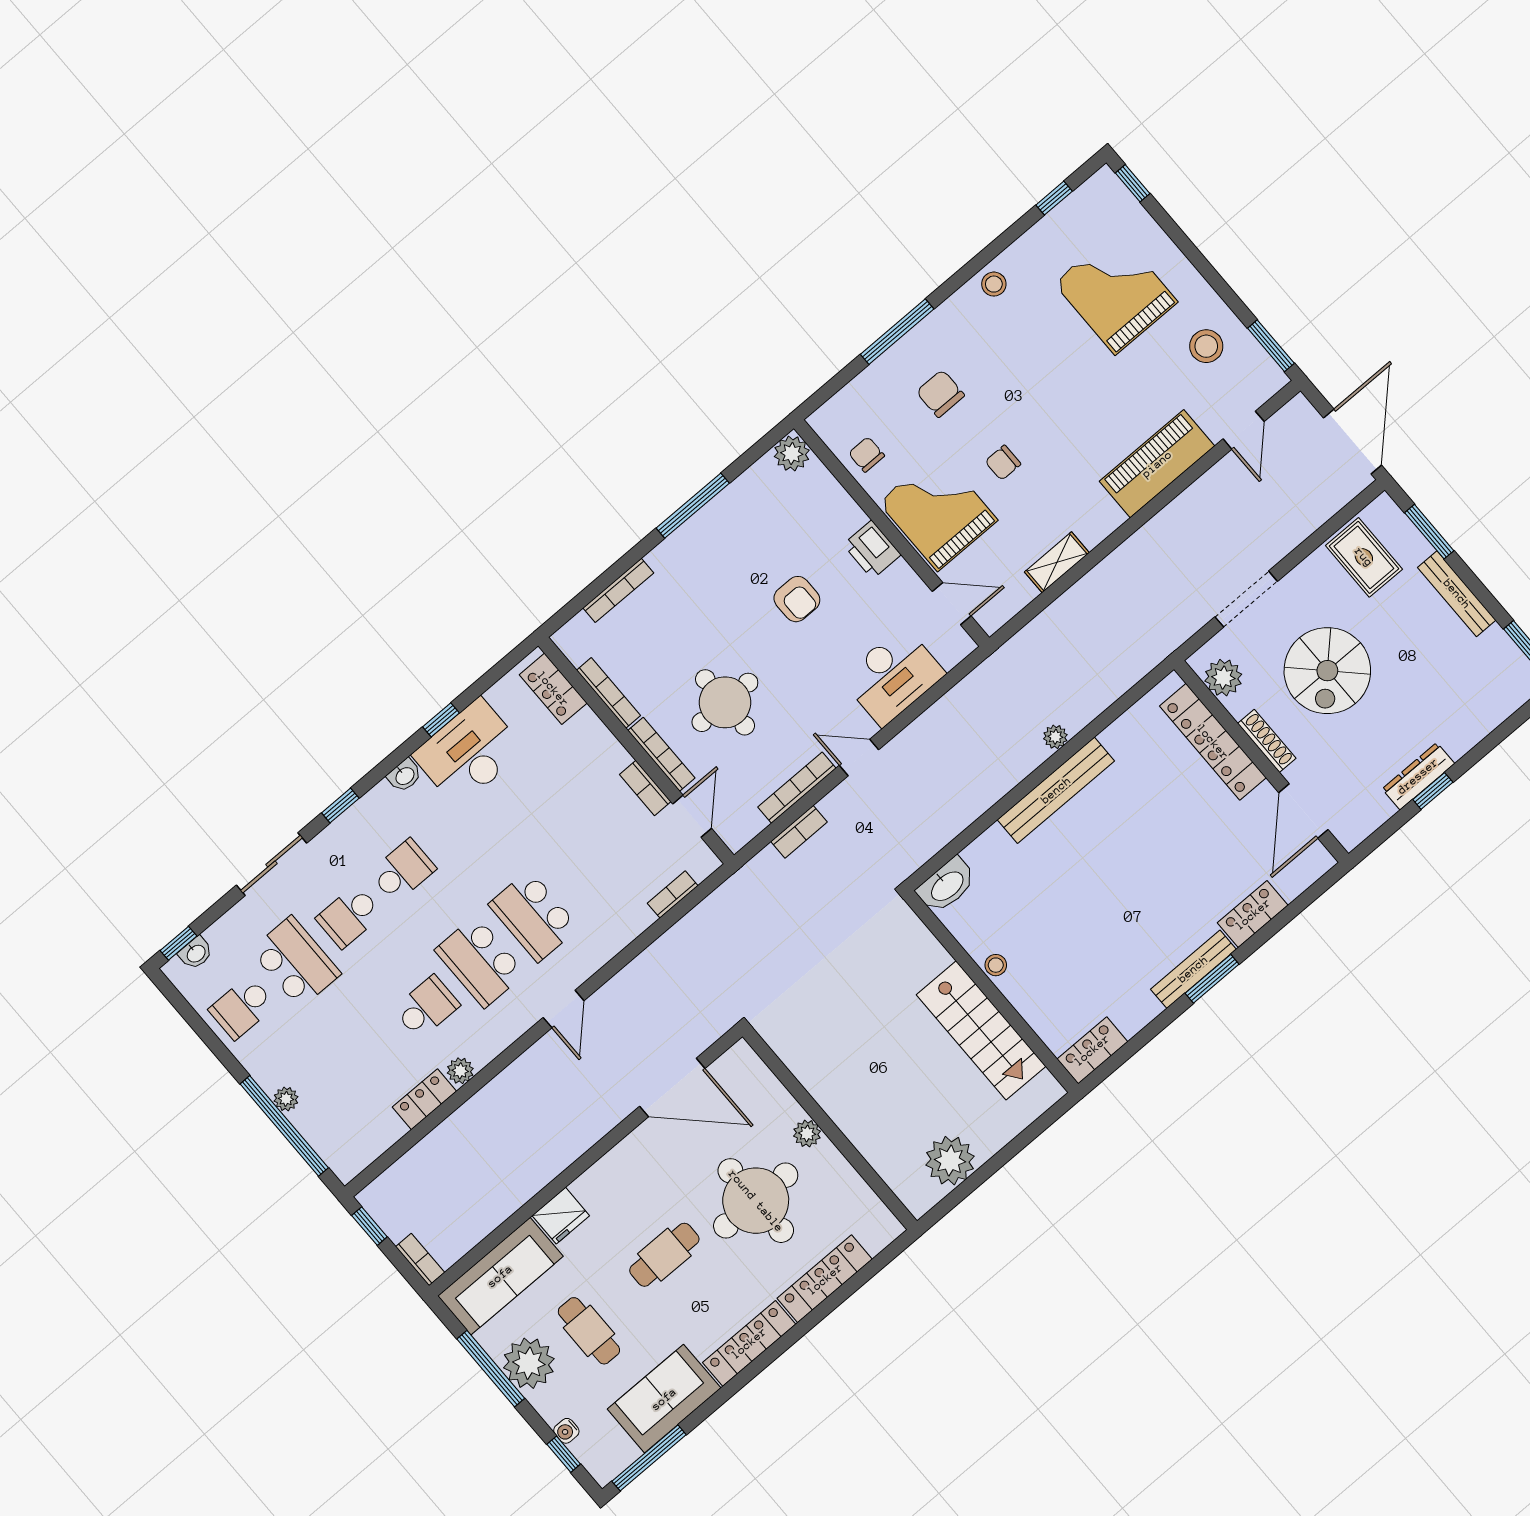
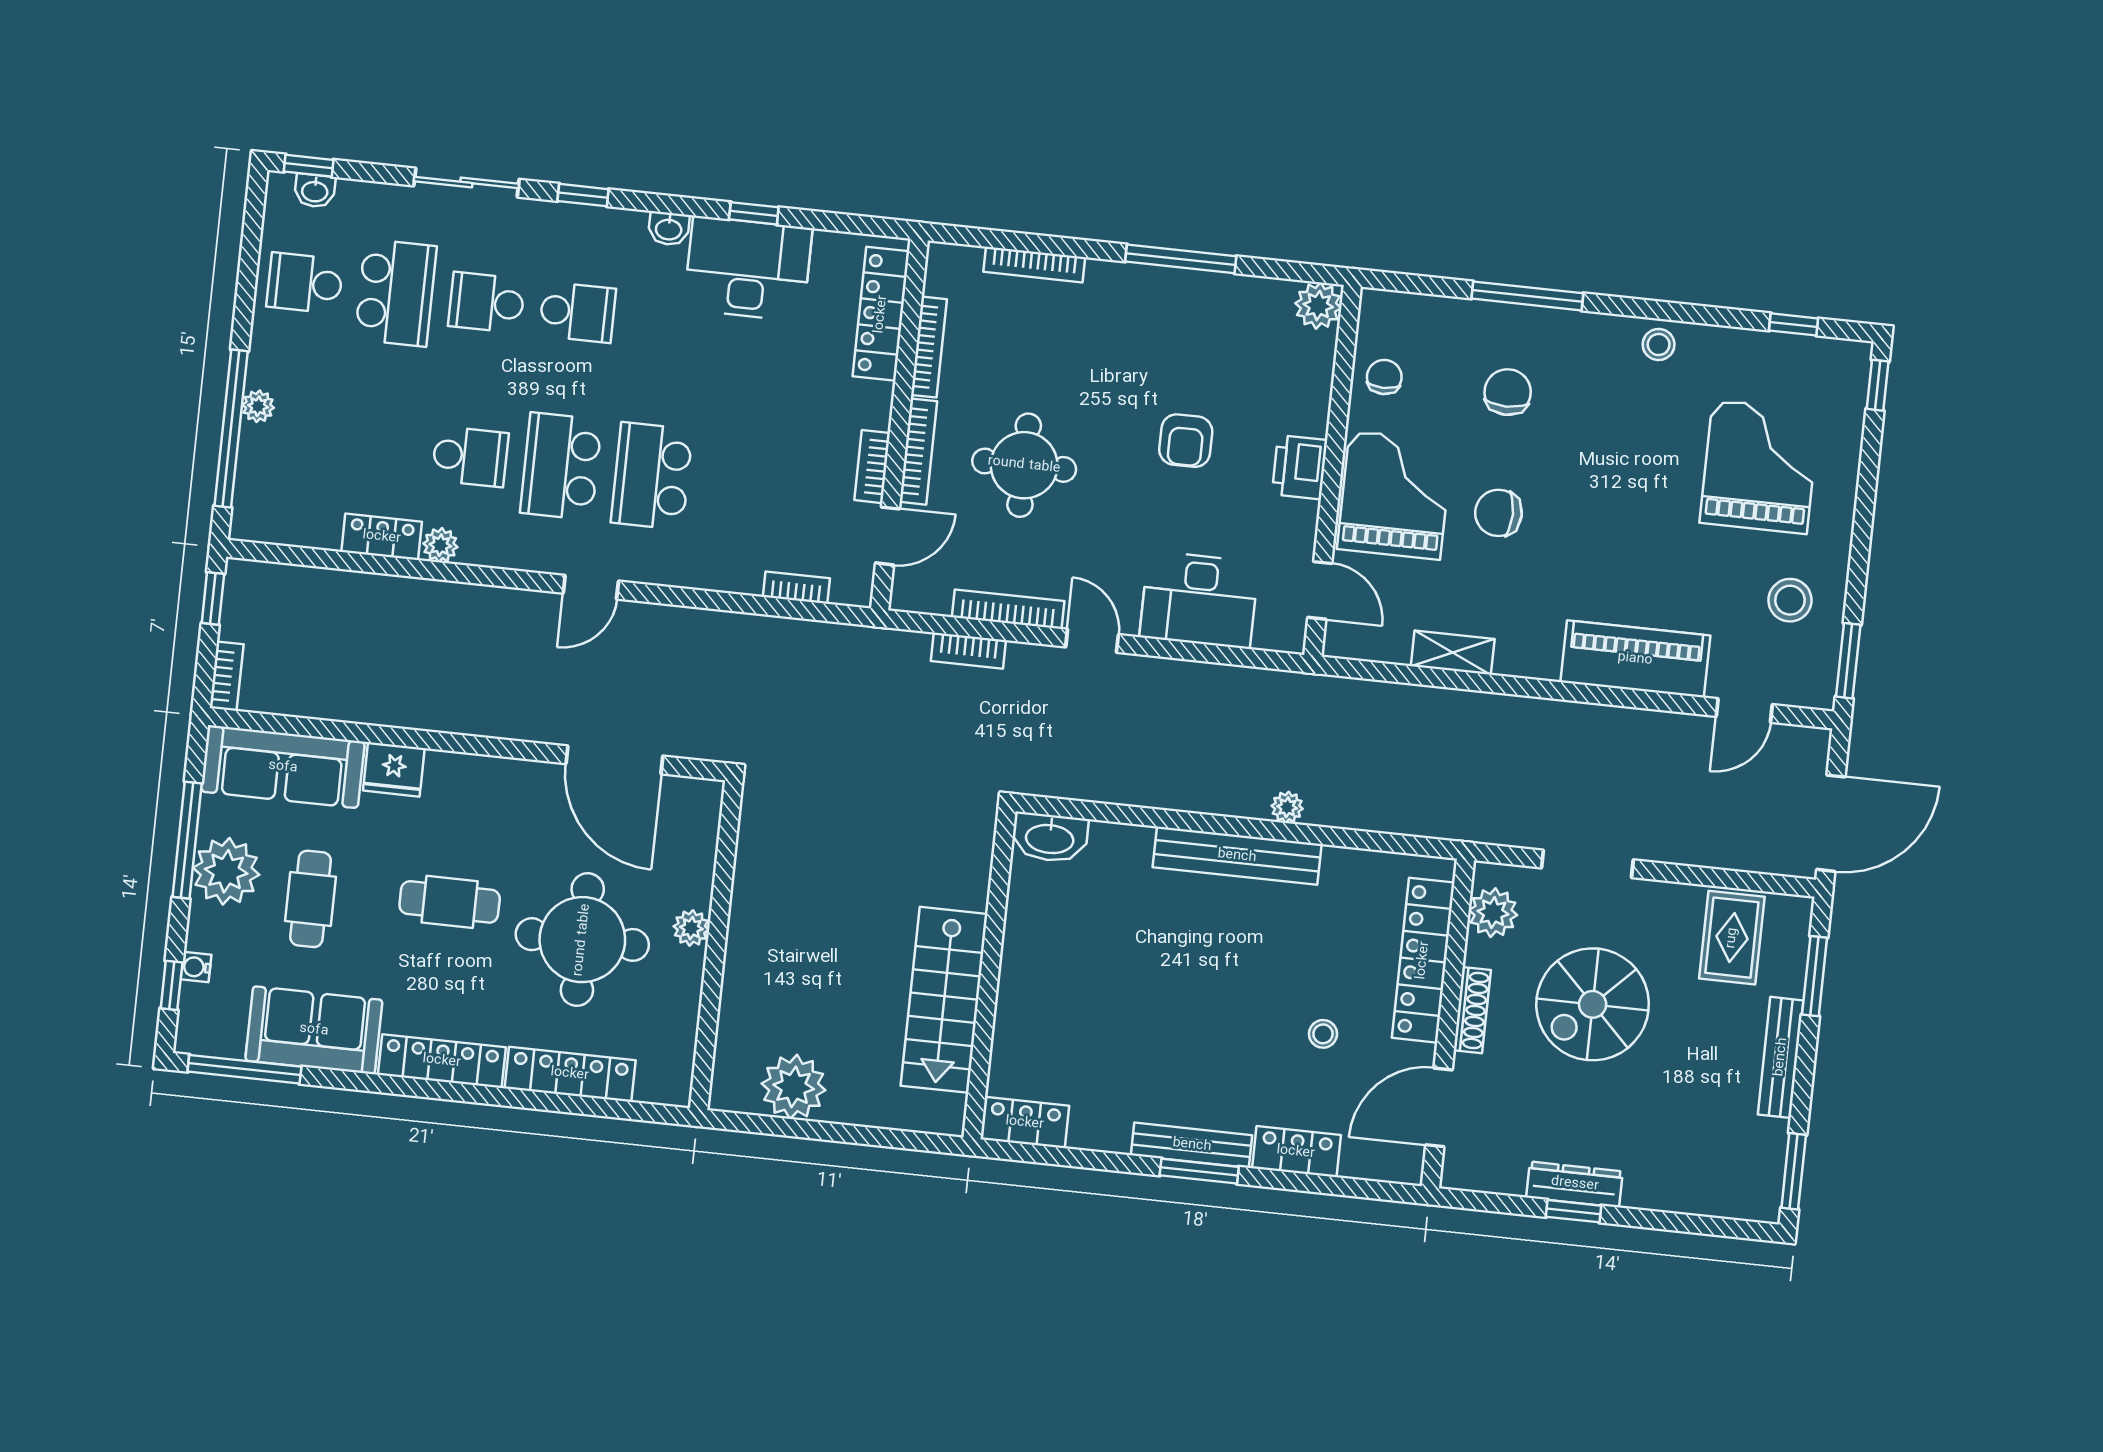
chair: (1003, 463) -> (1498, 513), width x1.37, depth x1.37
locker: (553, 689) -> (881, 314), width x1.53
stool: (996, 965) -> (1323, 1034), moved

